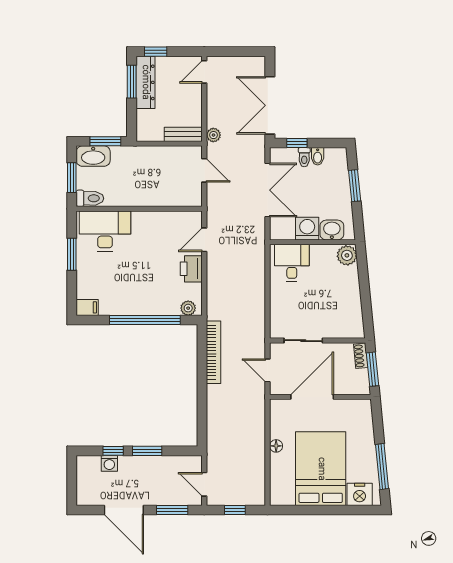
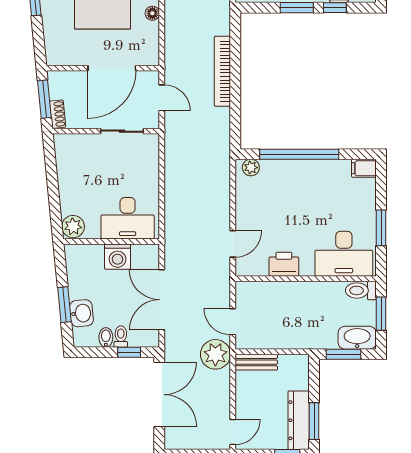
plant: (213, 135) -> (215, 354), width x1.87, depth x1.87
washbasin: (332, 230) -> (81, 313), moved, turned -96
desk: (292, 263) -> (128, 218), width x1.37
printer: (191, 269) -> (284, 264), moved, turned -90
bookcase: (214, 352) -> (222, 71), moved

